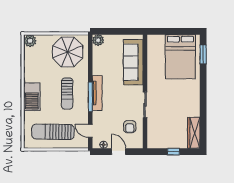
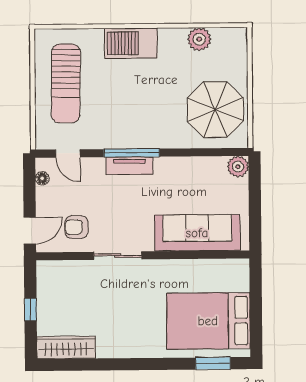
plant: (30, 41) -> (199, 39), moved
tv unit: (97, 93) -> (129, 166), width x0.71
sun lounger: (67, 94) -> (137, 109), removed
door: (90, 131) -> (68, 153), swing flipped
sun lounger: (53, 132) -> (66, 83), turned 180
door: (119, 152) -> (30, 231), moved

